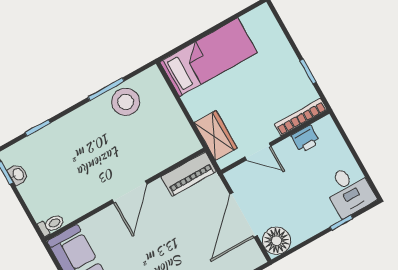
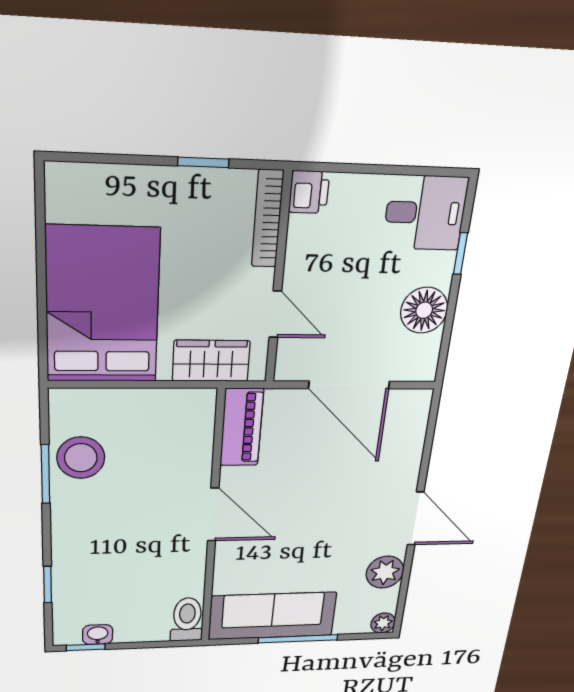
bed: (208, 57) -> (102, 306), width x1.50
printer: (306, 139) -> (309, 192), moved
door: (258, 152) -> (275, 314), hinge flipped
toilet: (51, 225) -> (187, 620), width x1.37, depth x1.39
floor lamp: (277, 241) -> (424, 310), moved

